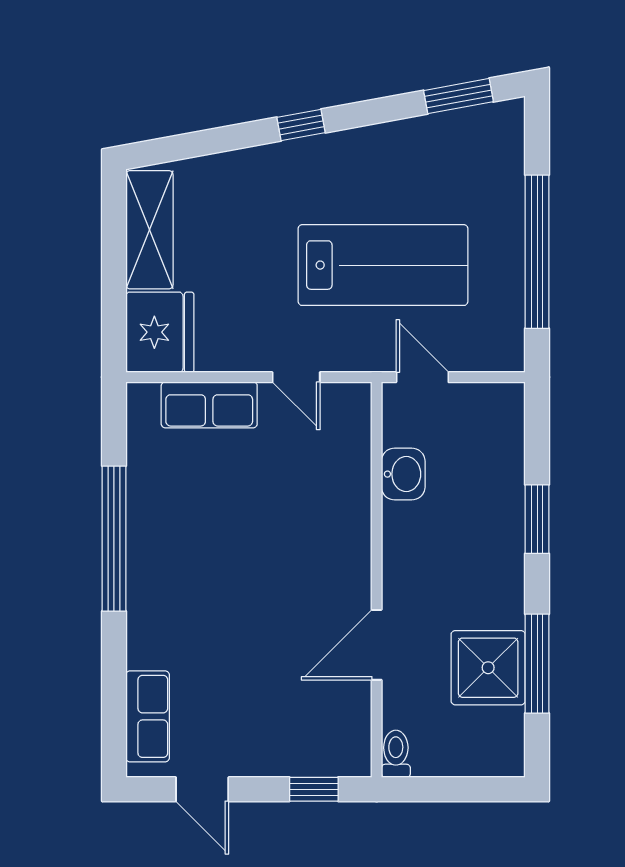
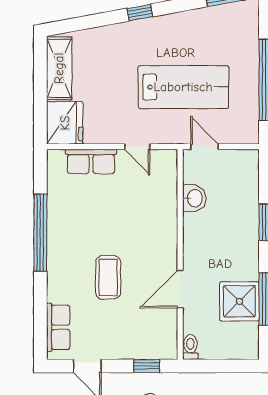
coffee table: (241, 623) -> (108, 277), added

